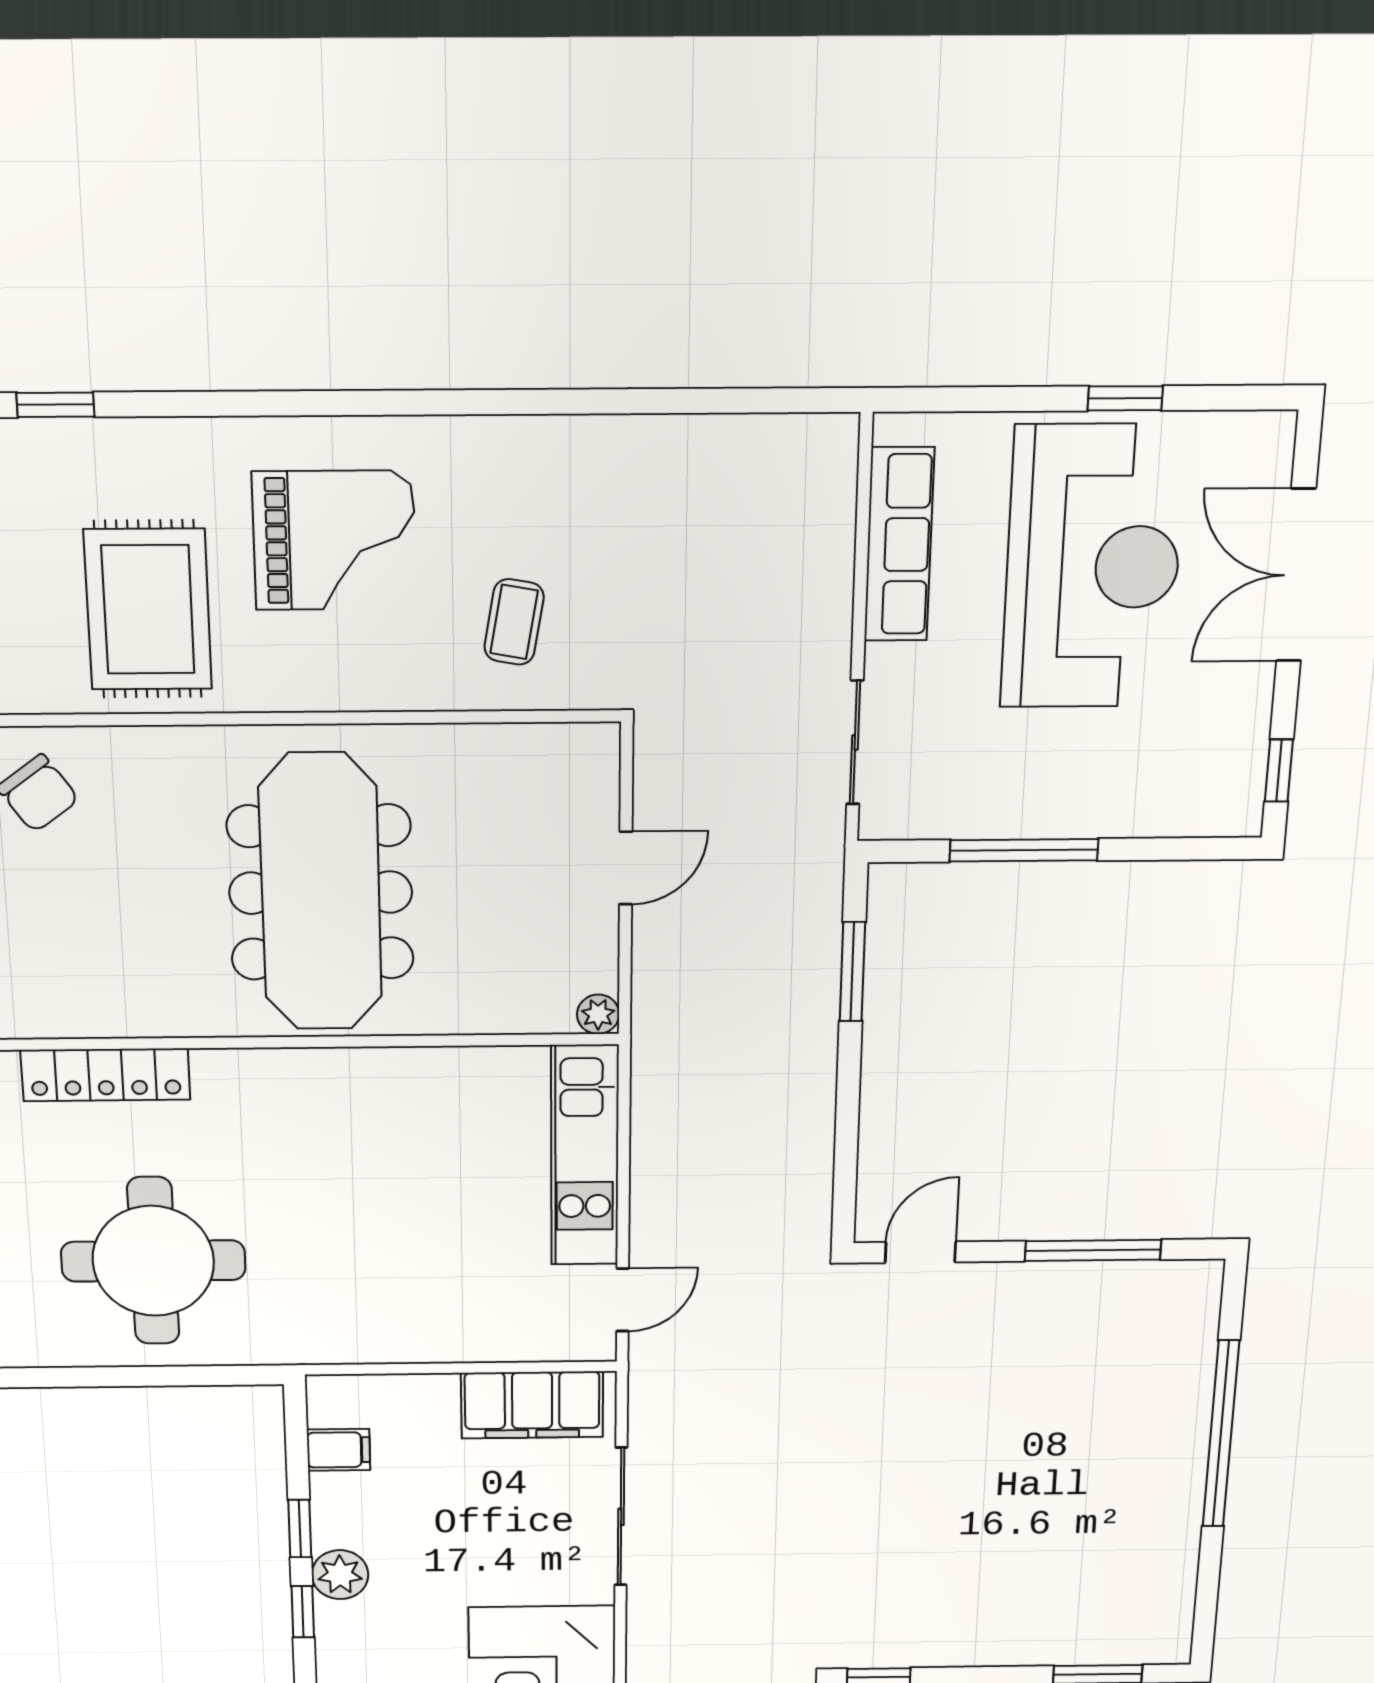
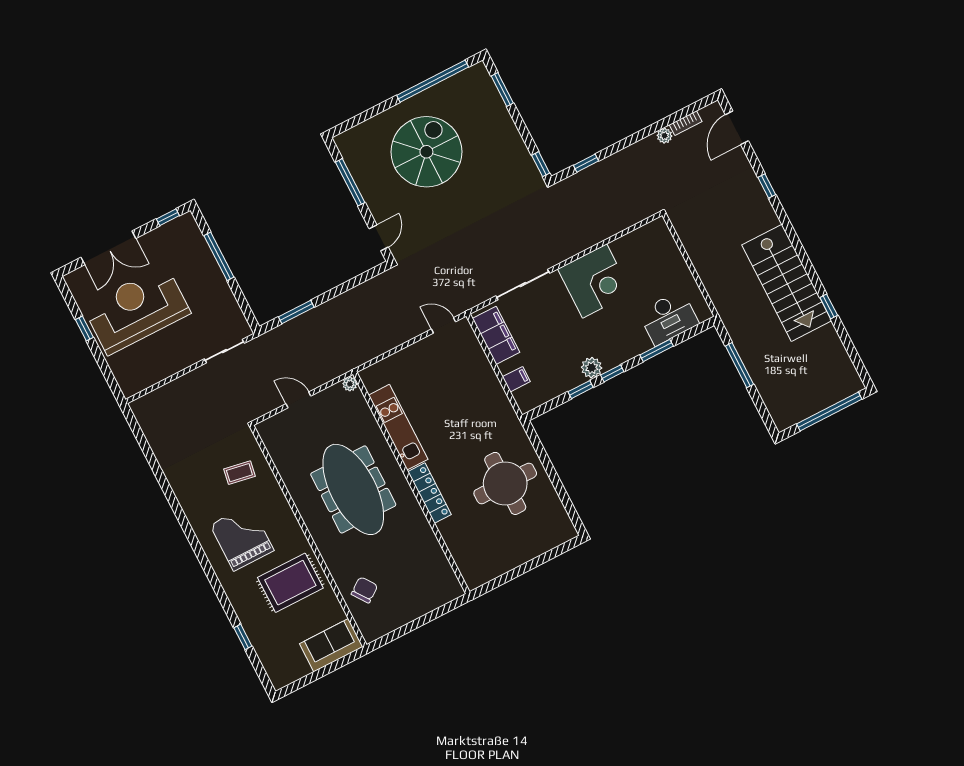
row of seats: (899, 545) -> (159, 371), removed
window: (1024, 850) -> (219, 256), moved
meeting table: (321, 893) -> (353, 489), turned 90
locker: (106, 1075) -> (430, 493), moved
kitchen unit: (585, 1156) -> (398, 427), moved, turned -90
door: (920, 1252) -> (379, 238), swing flipped
window: (1221, 1434) -> (433, 81), moved
filing cabinet: (339, 1450) -> (516, 379), moved, turned 90
spiral stairs: (1058, 1452) -> (426, 152), added

